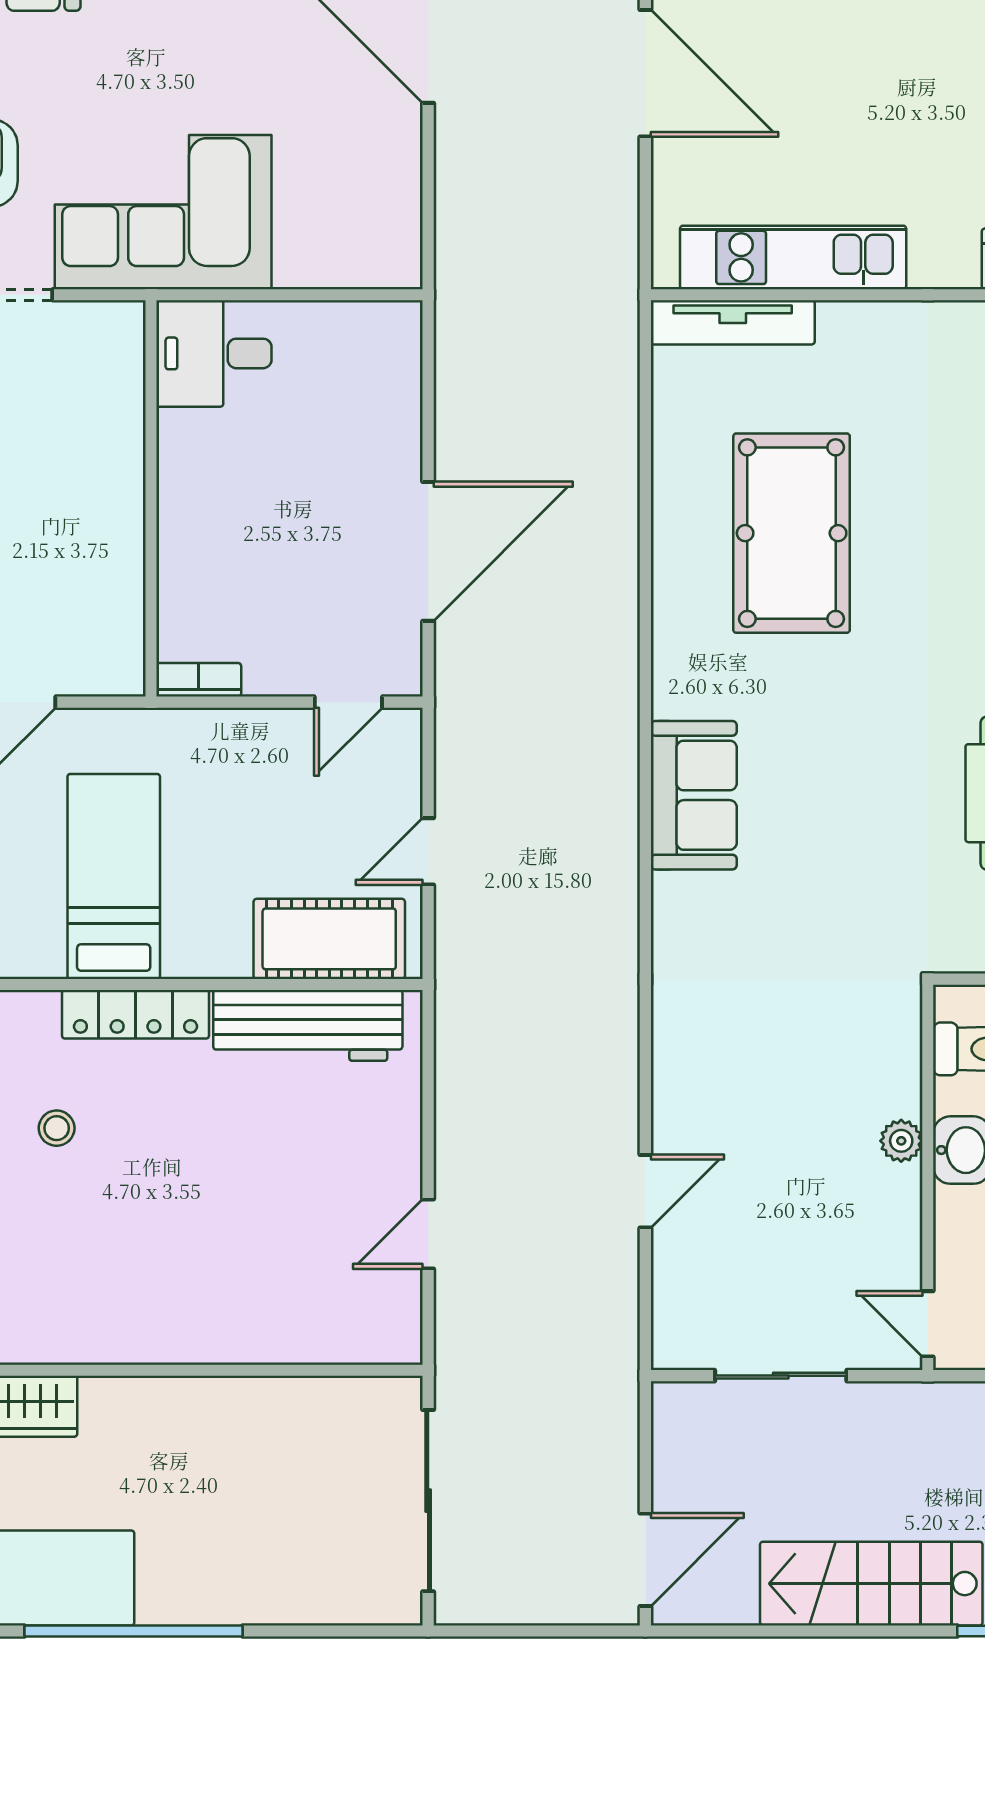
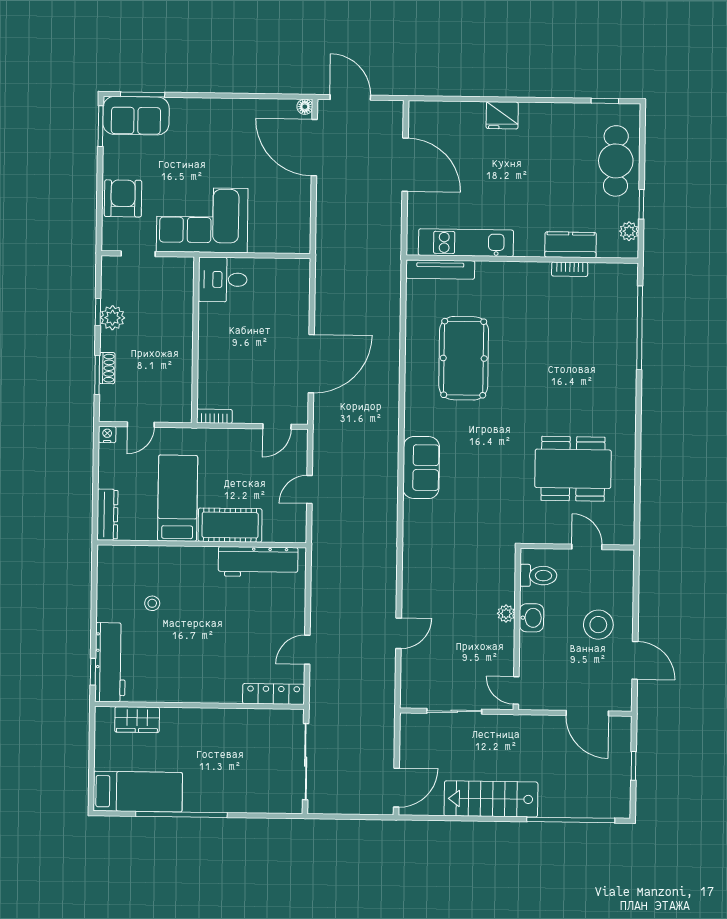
cot: (329, 939) -> (230, 525), moved
locker: (136, 1014) -> (274, 694), moved, turned 180

